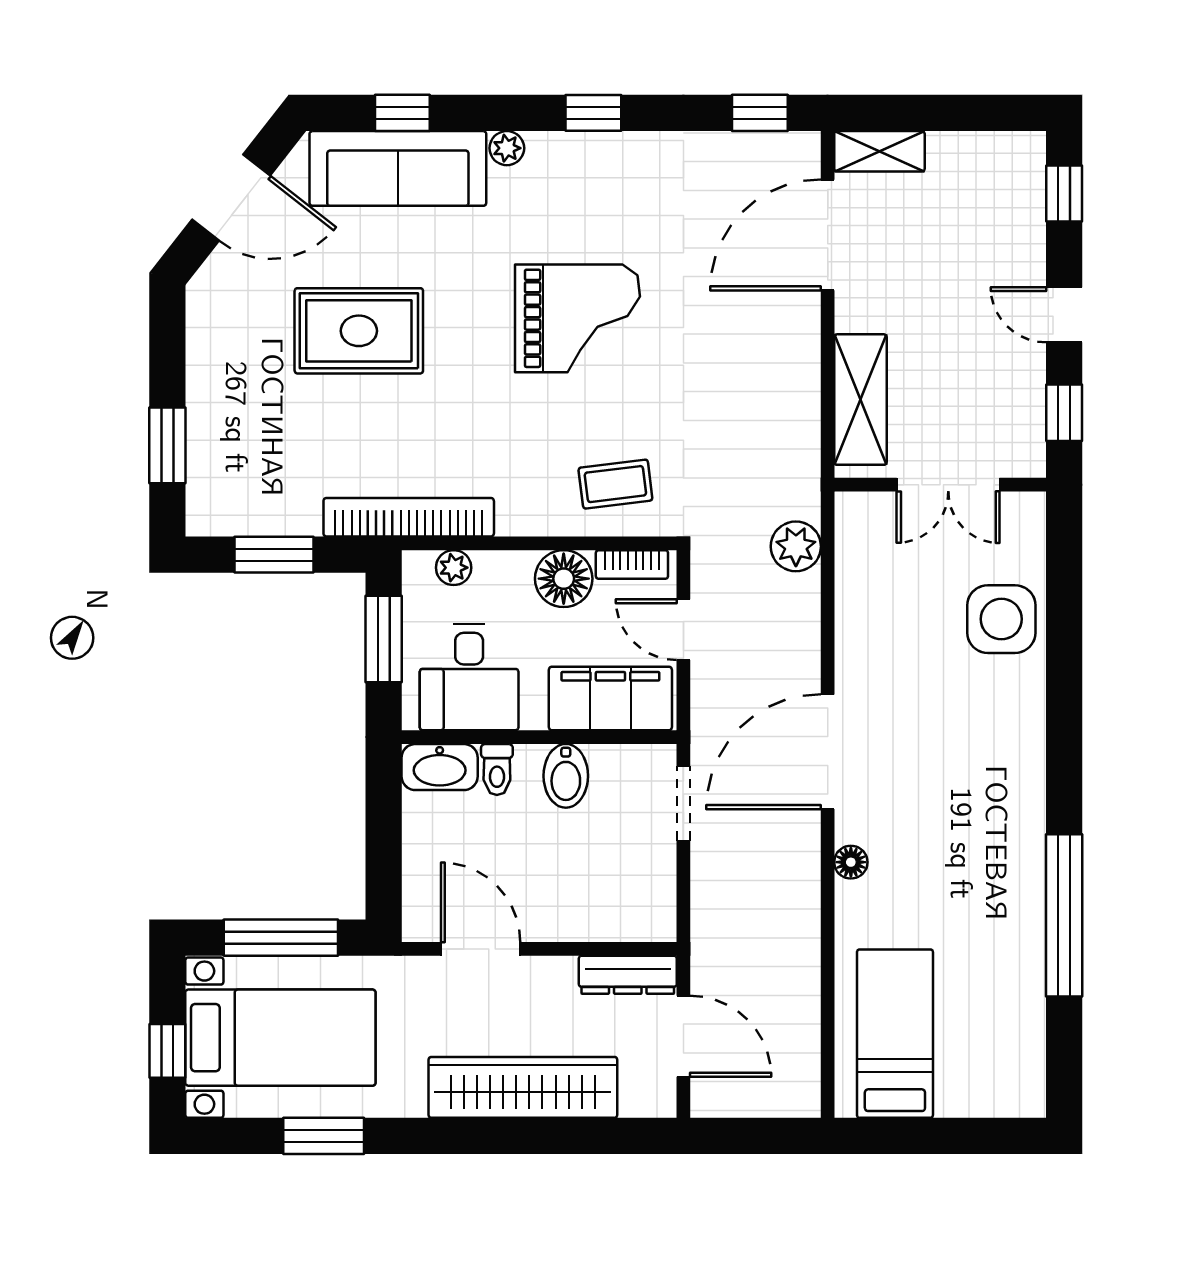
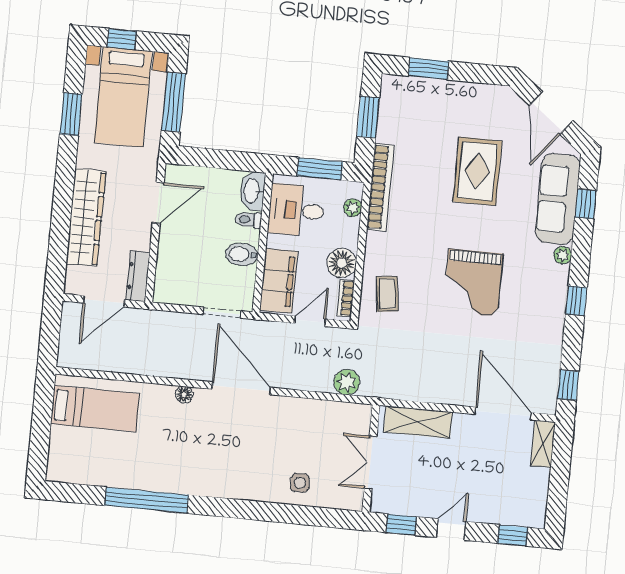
side table: (1001, 619) -> (300, 483), width x0.54, depth x0.54

